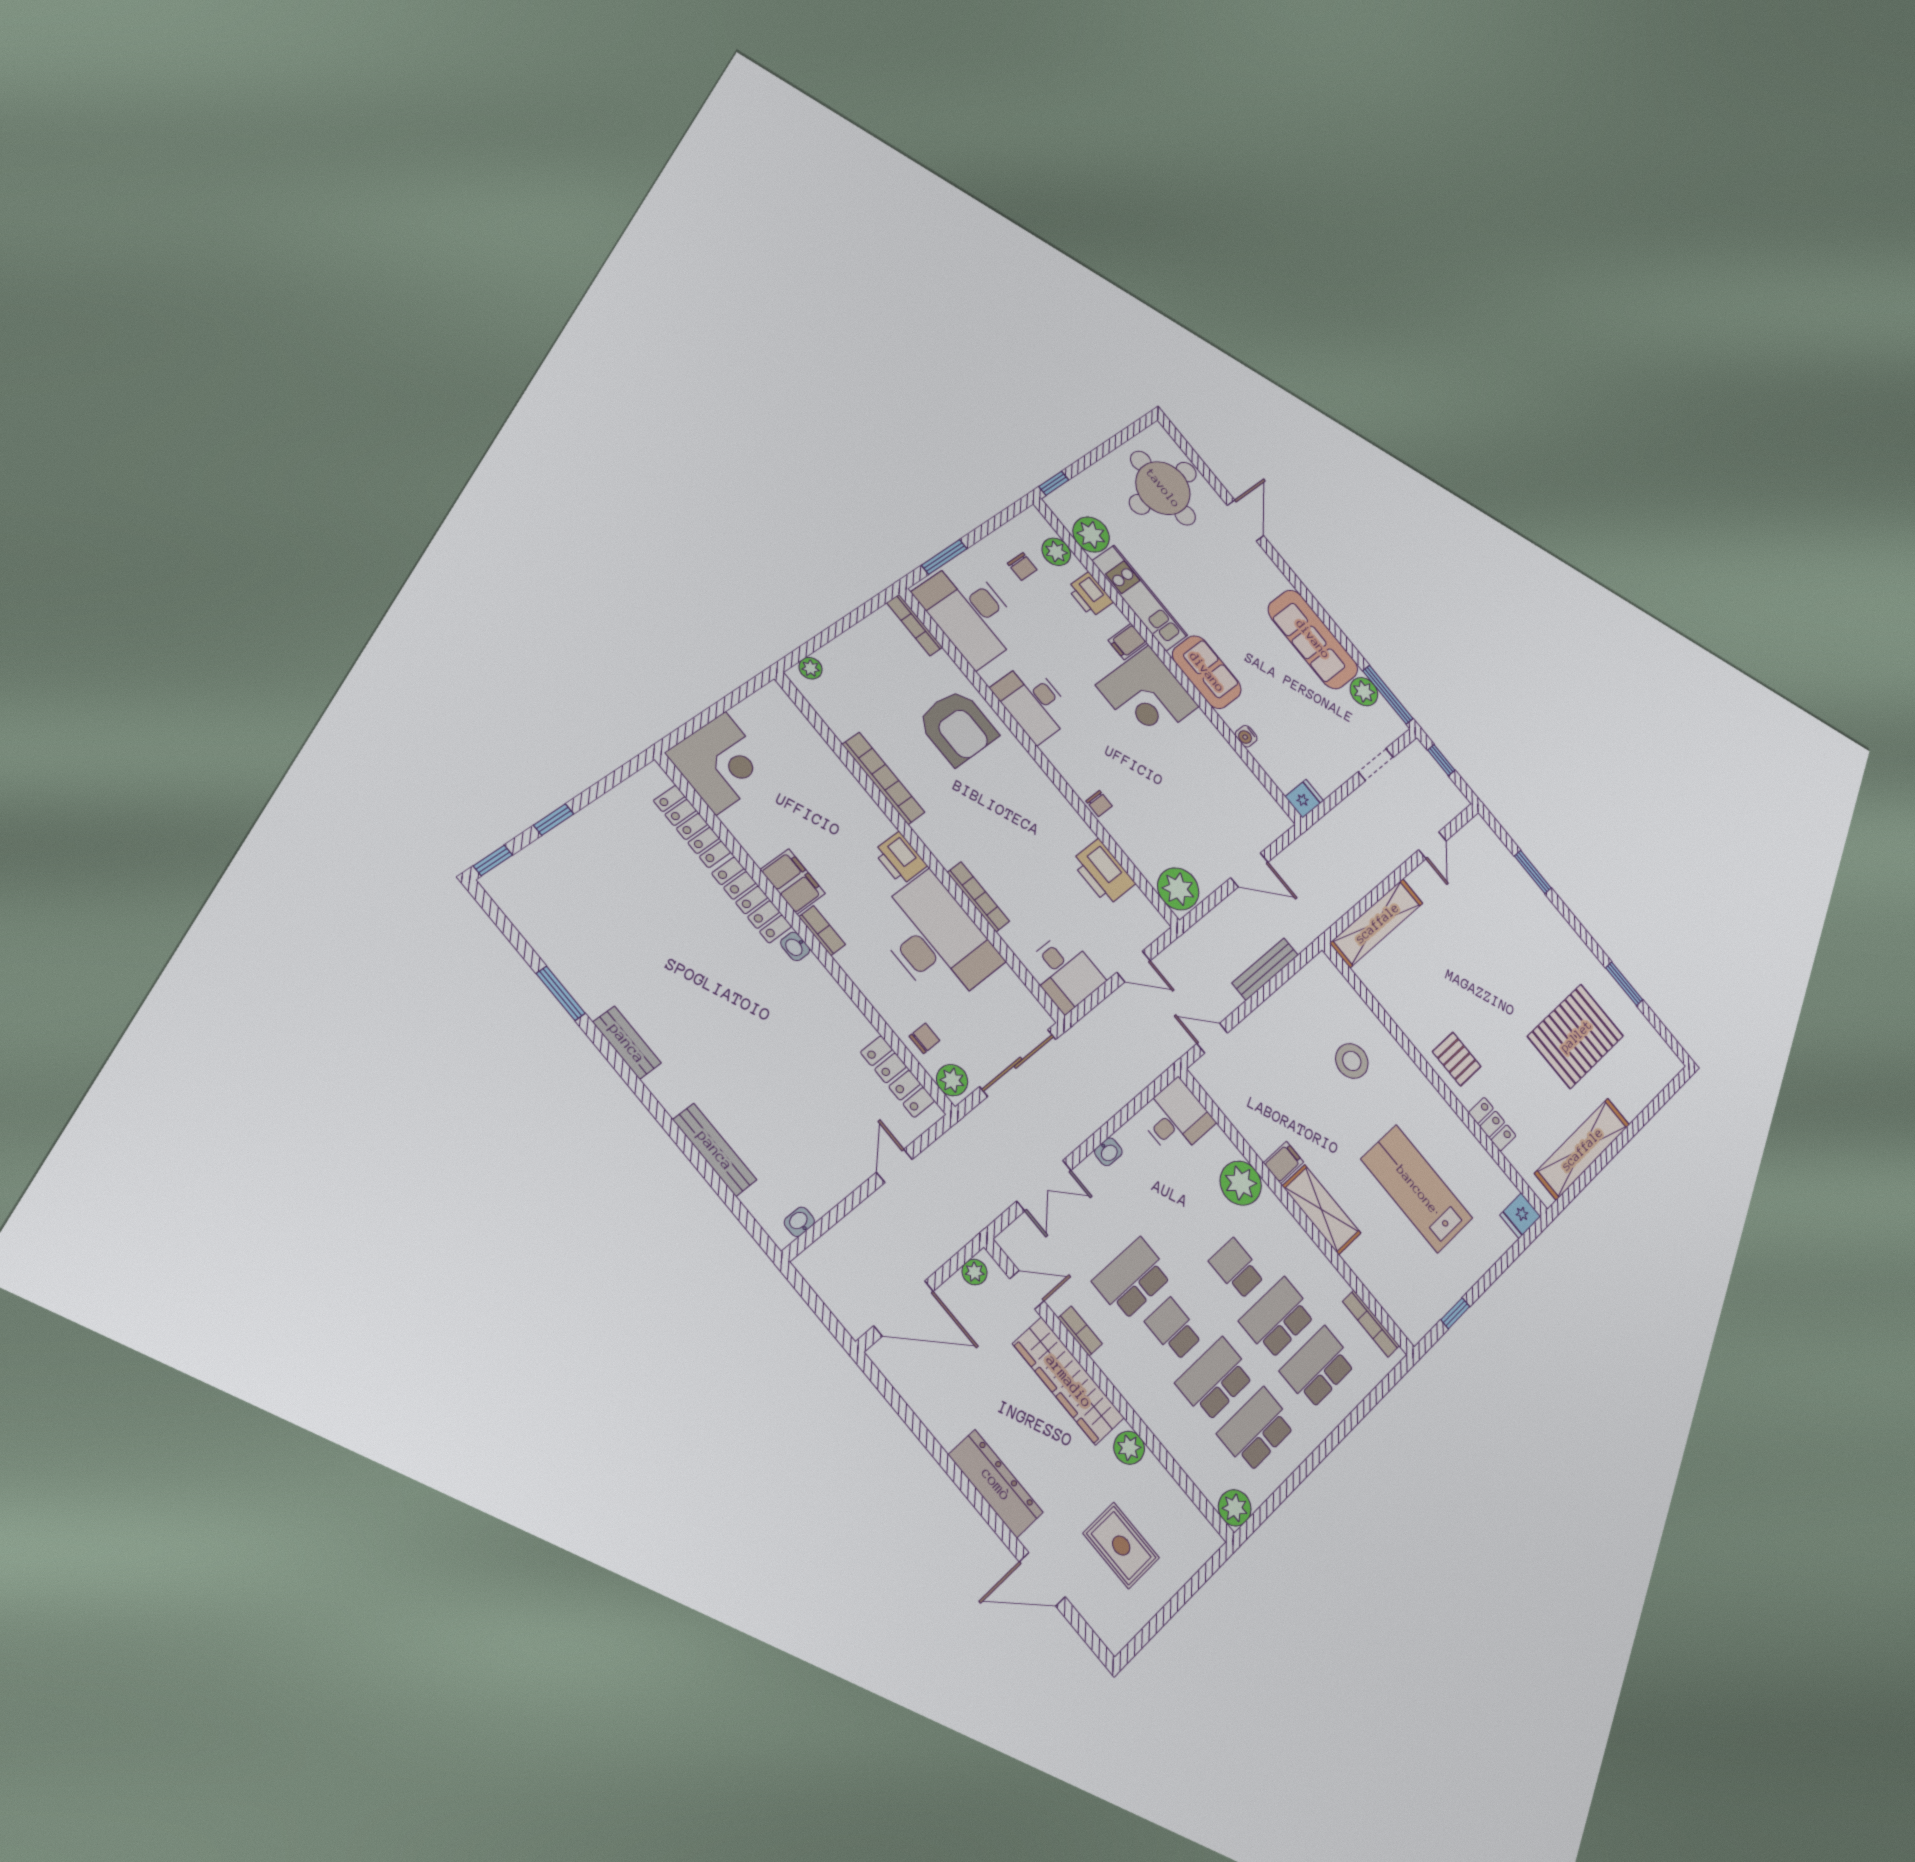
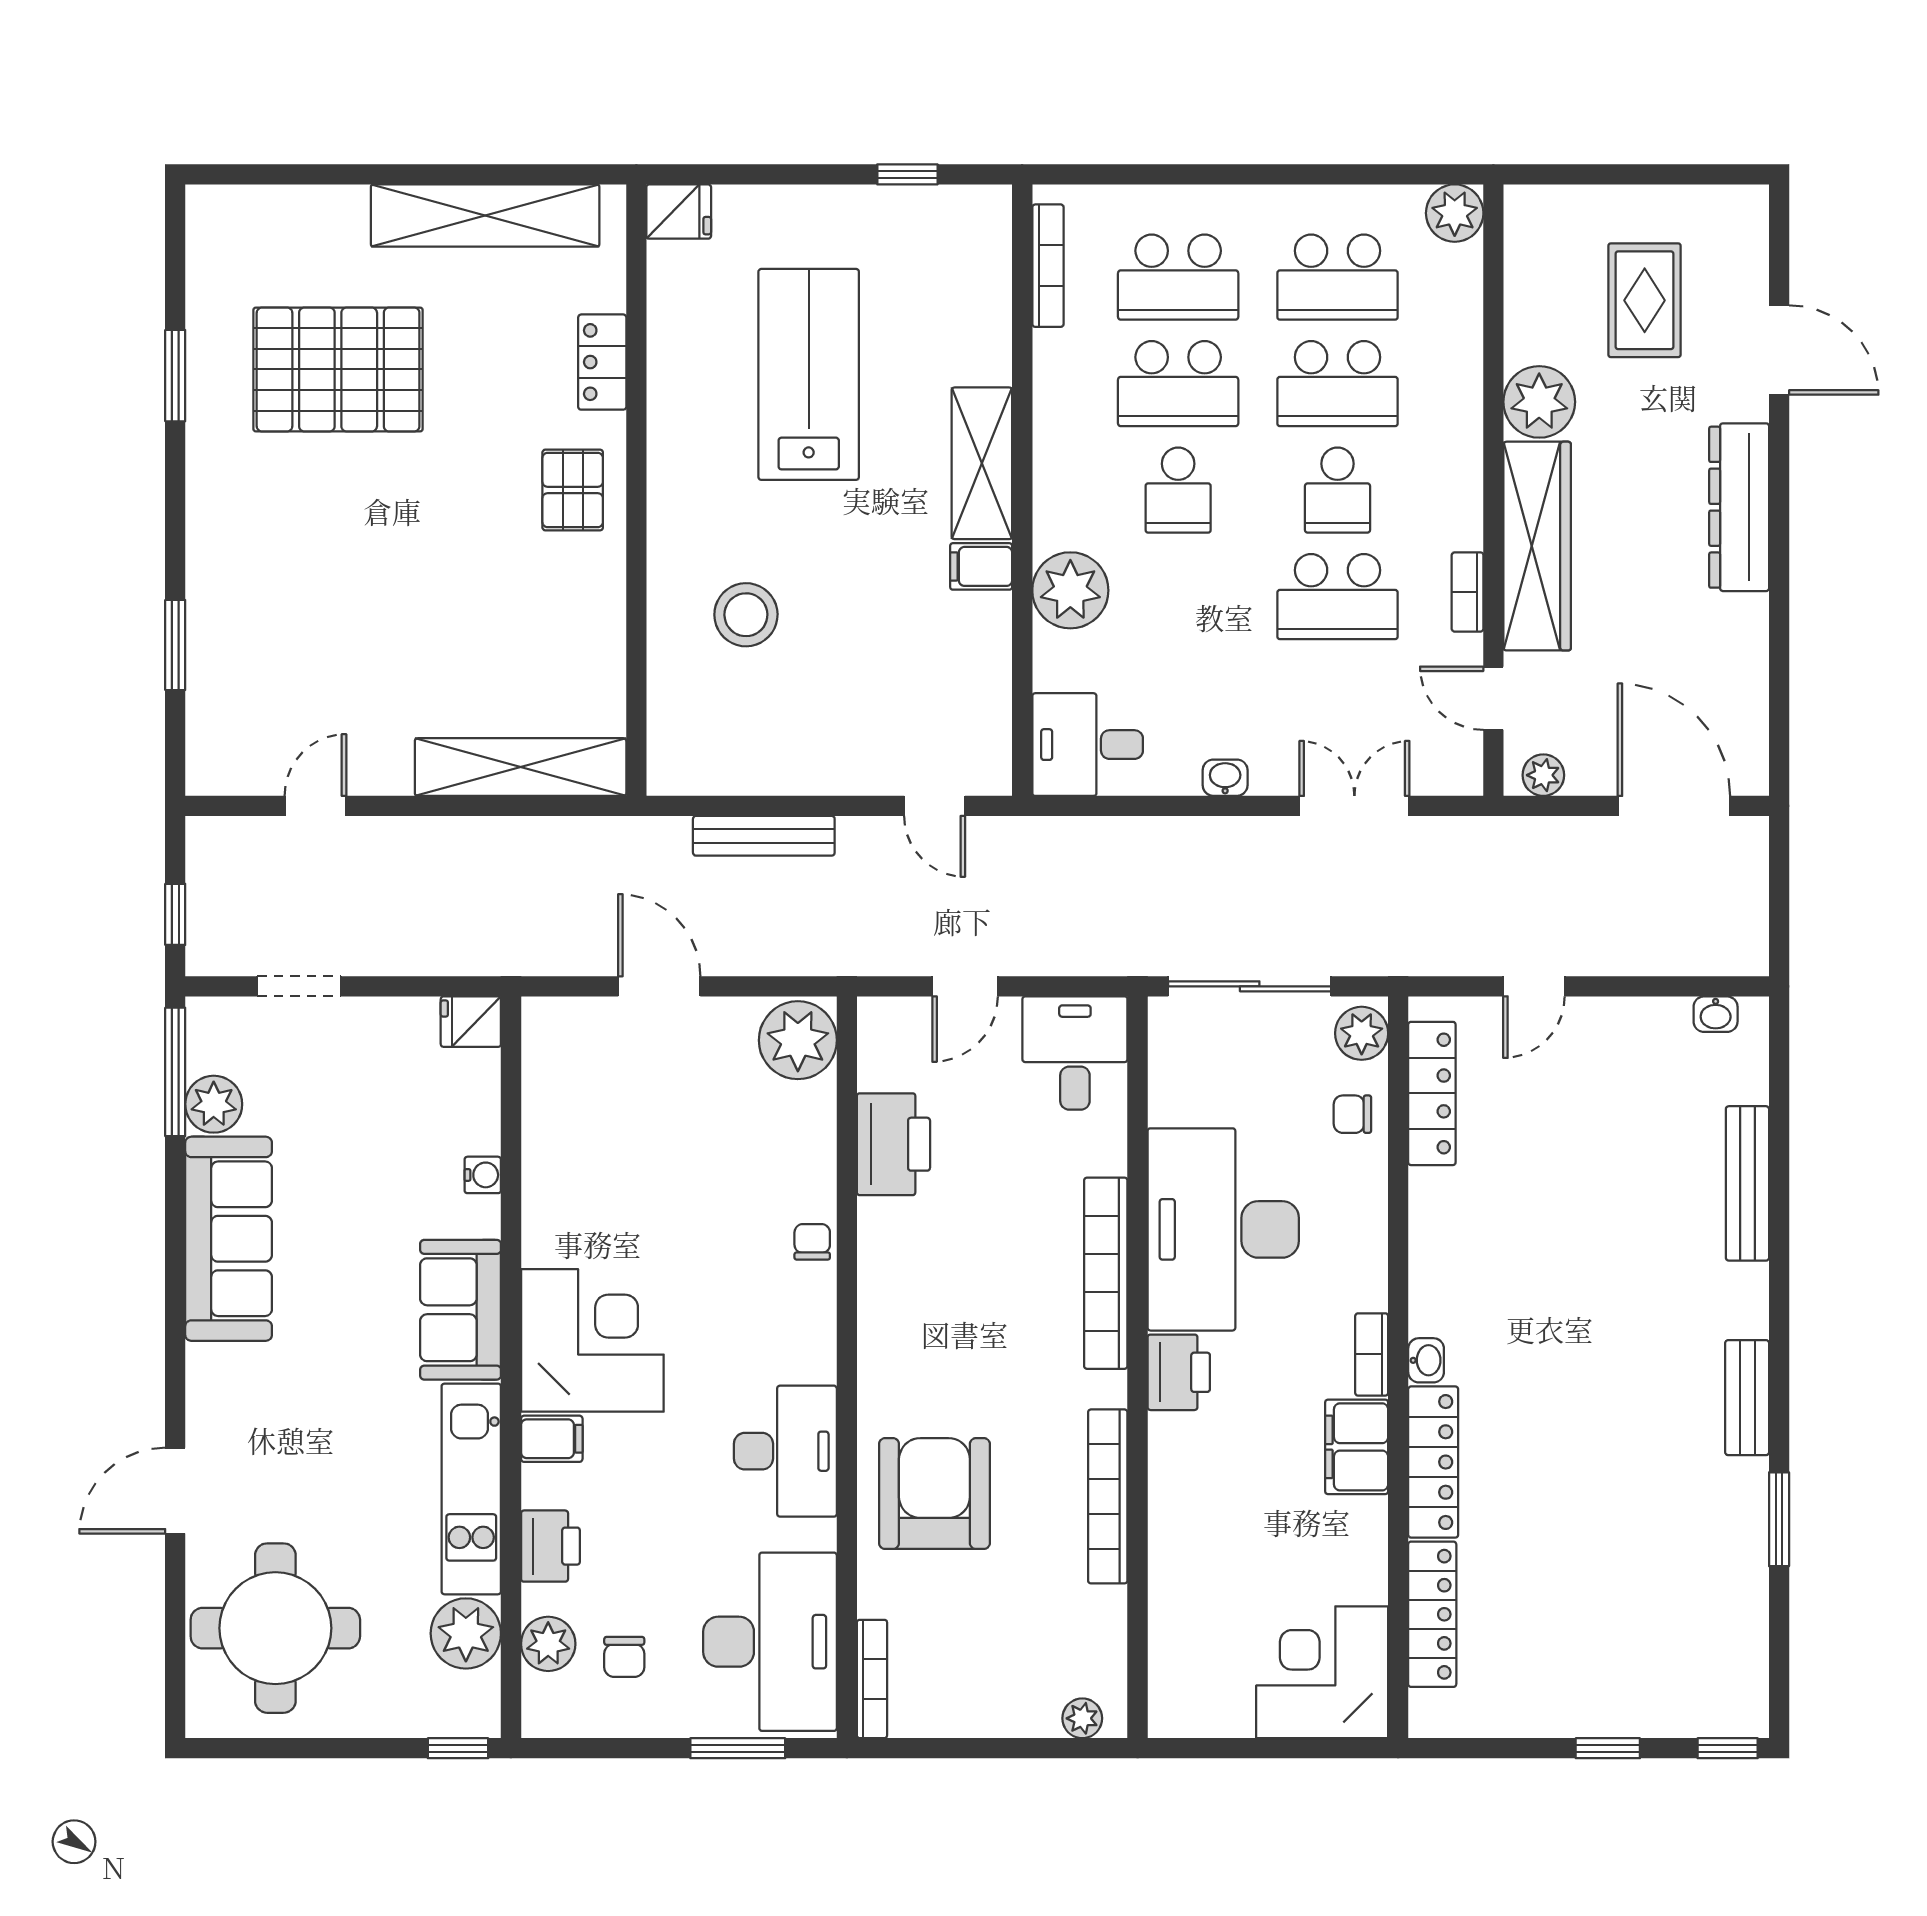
chair: (1022, 566) -> (624, 1657), turned 180
bookcase: (978, 897) -> (1106, 1273), width x1.48, depth x1.31
door: (1134, 966) -> (965, 986), swing flipped
lab bench: (1417, 1189) -> (809, 374), turned 180
plant: (1129, 1448) -> (1539, 402), width x1.36, depth x1.36

